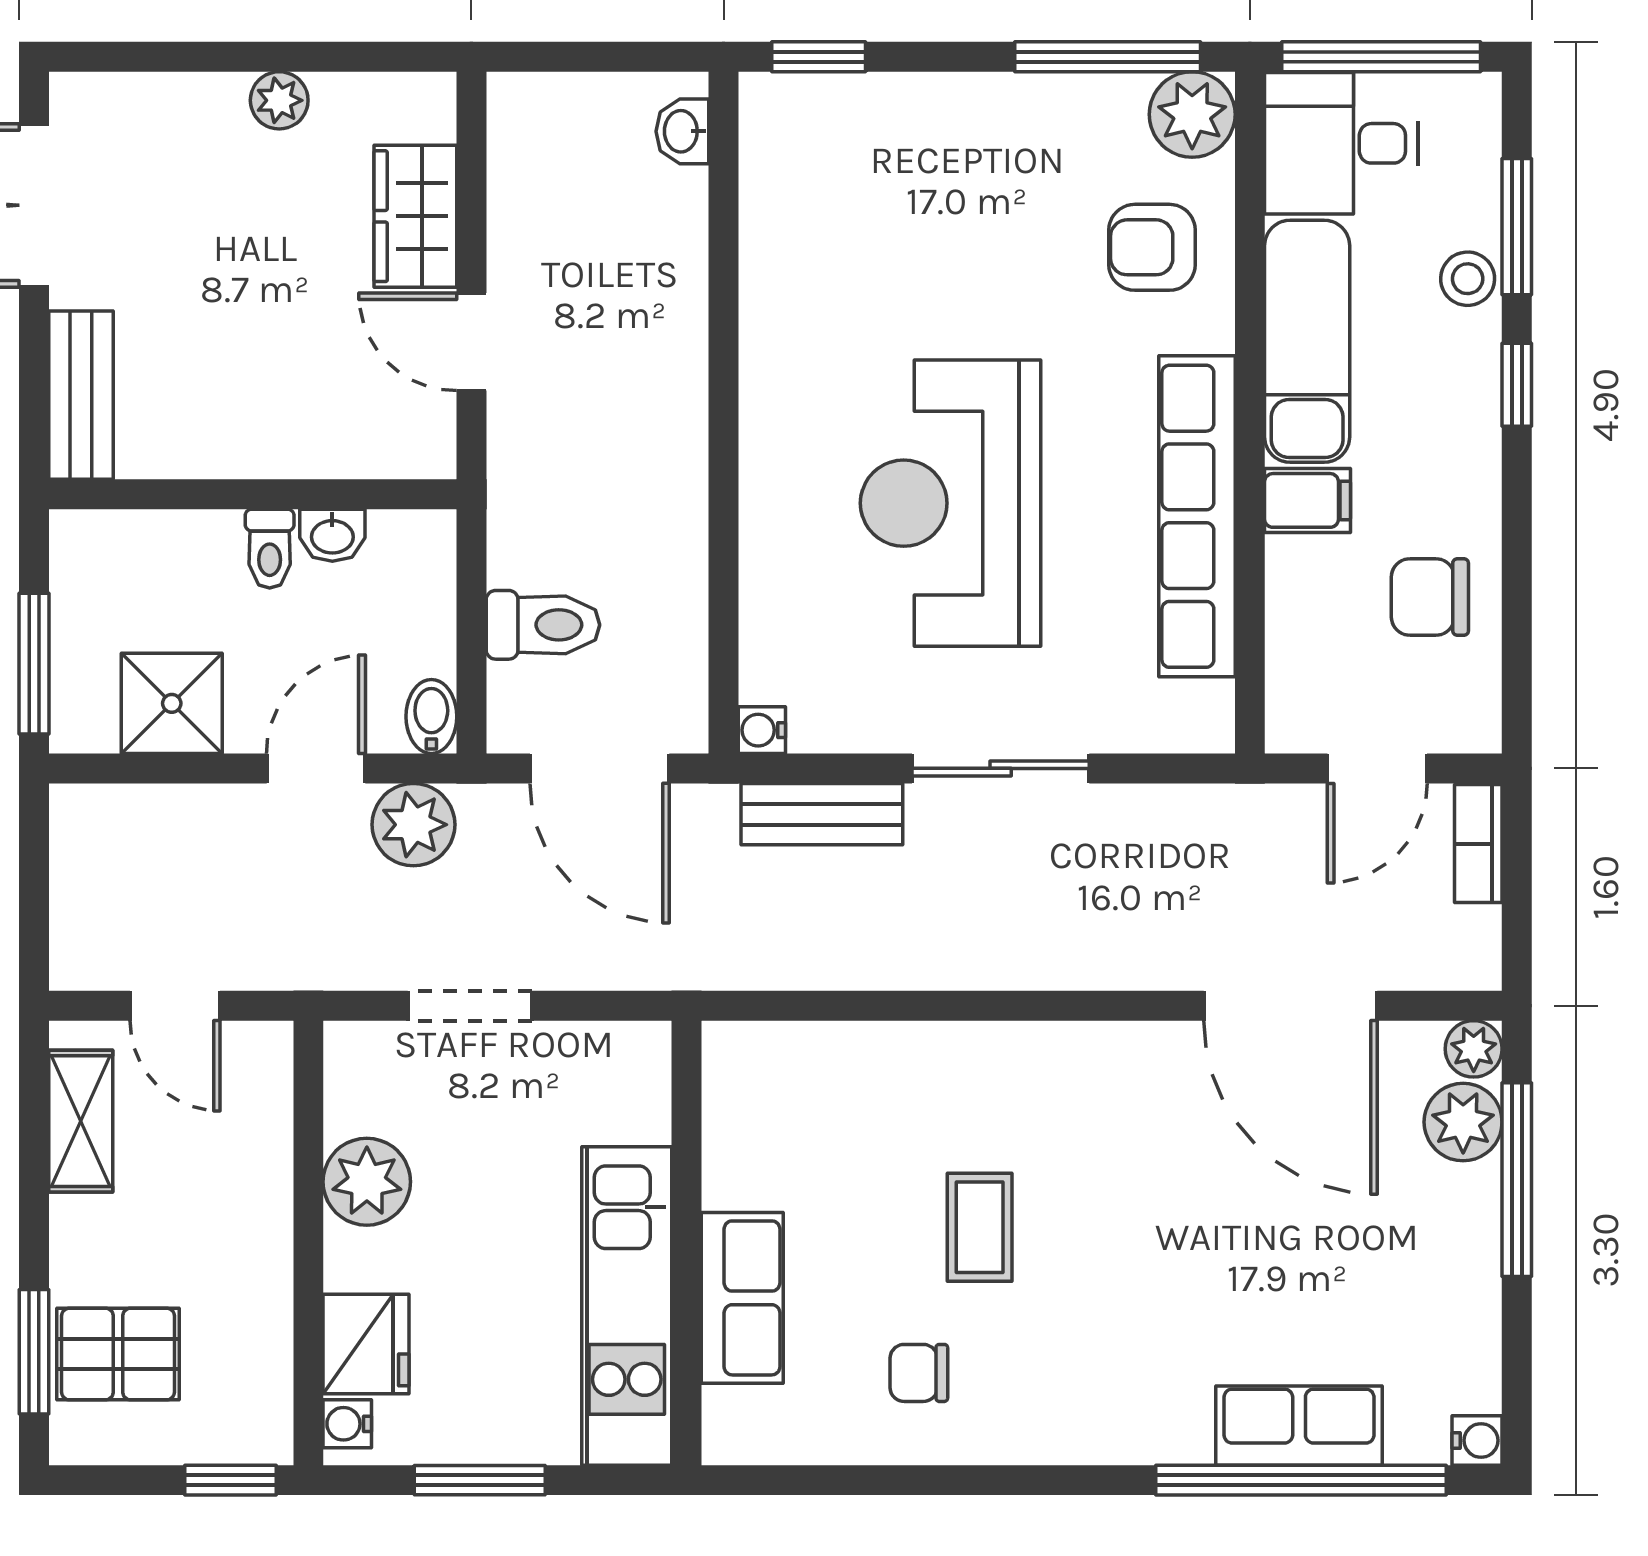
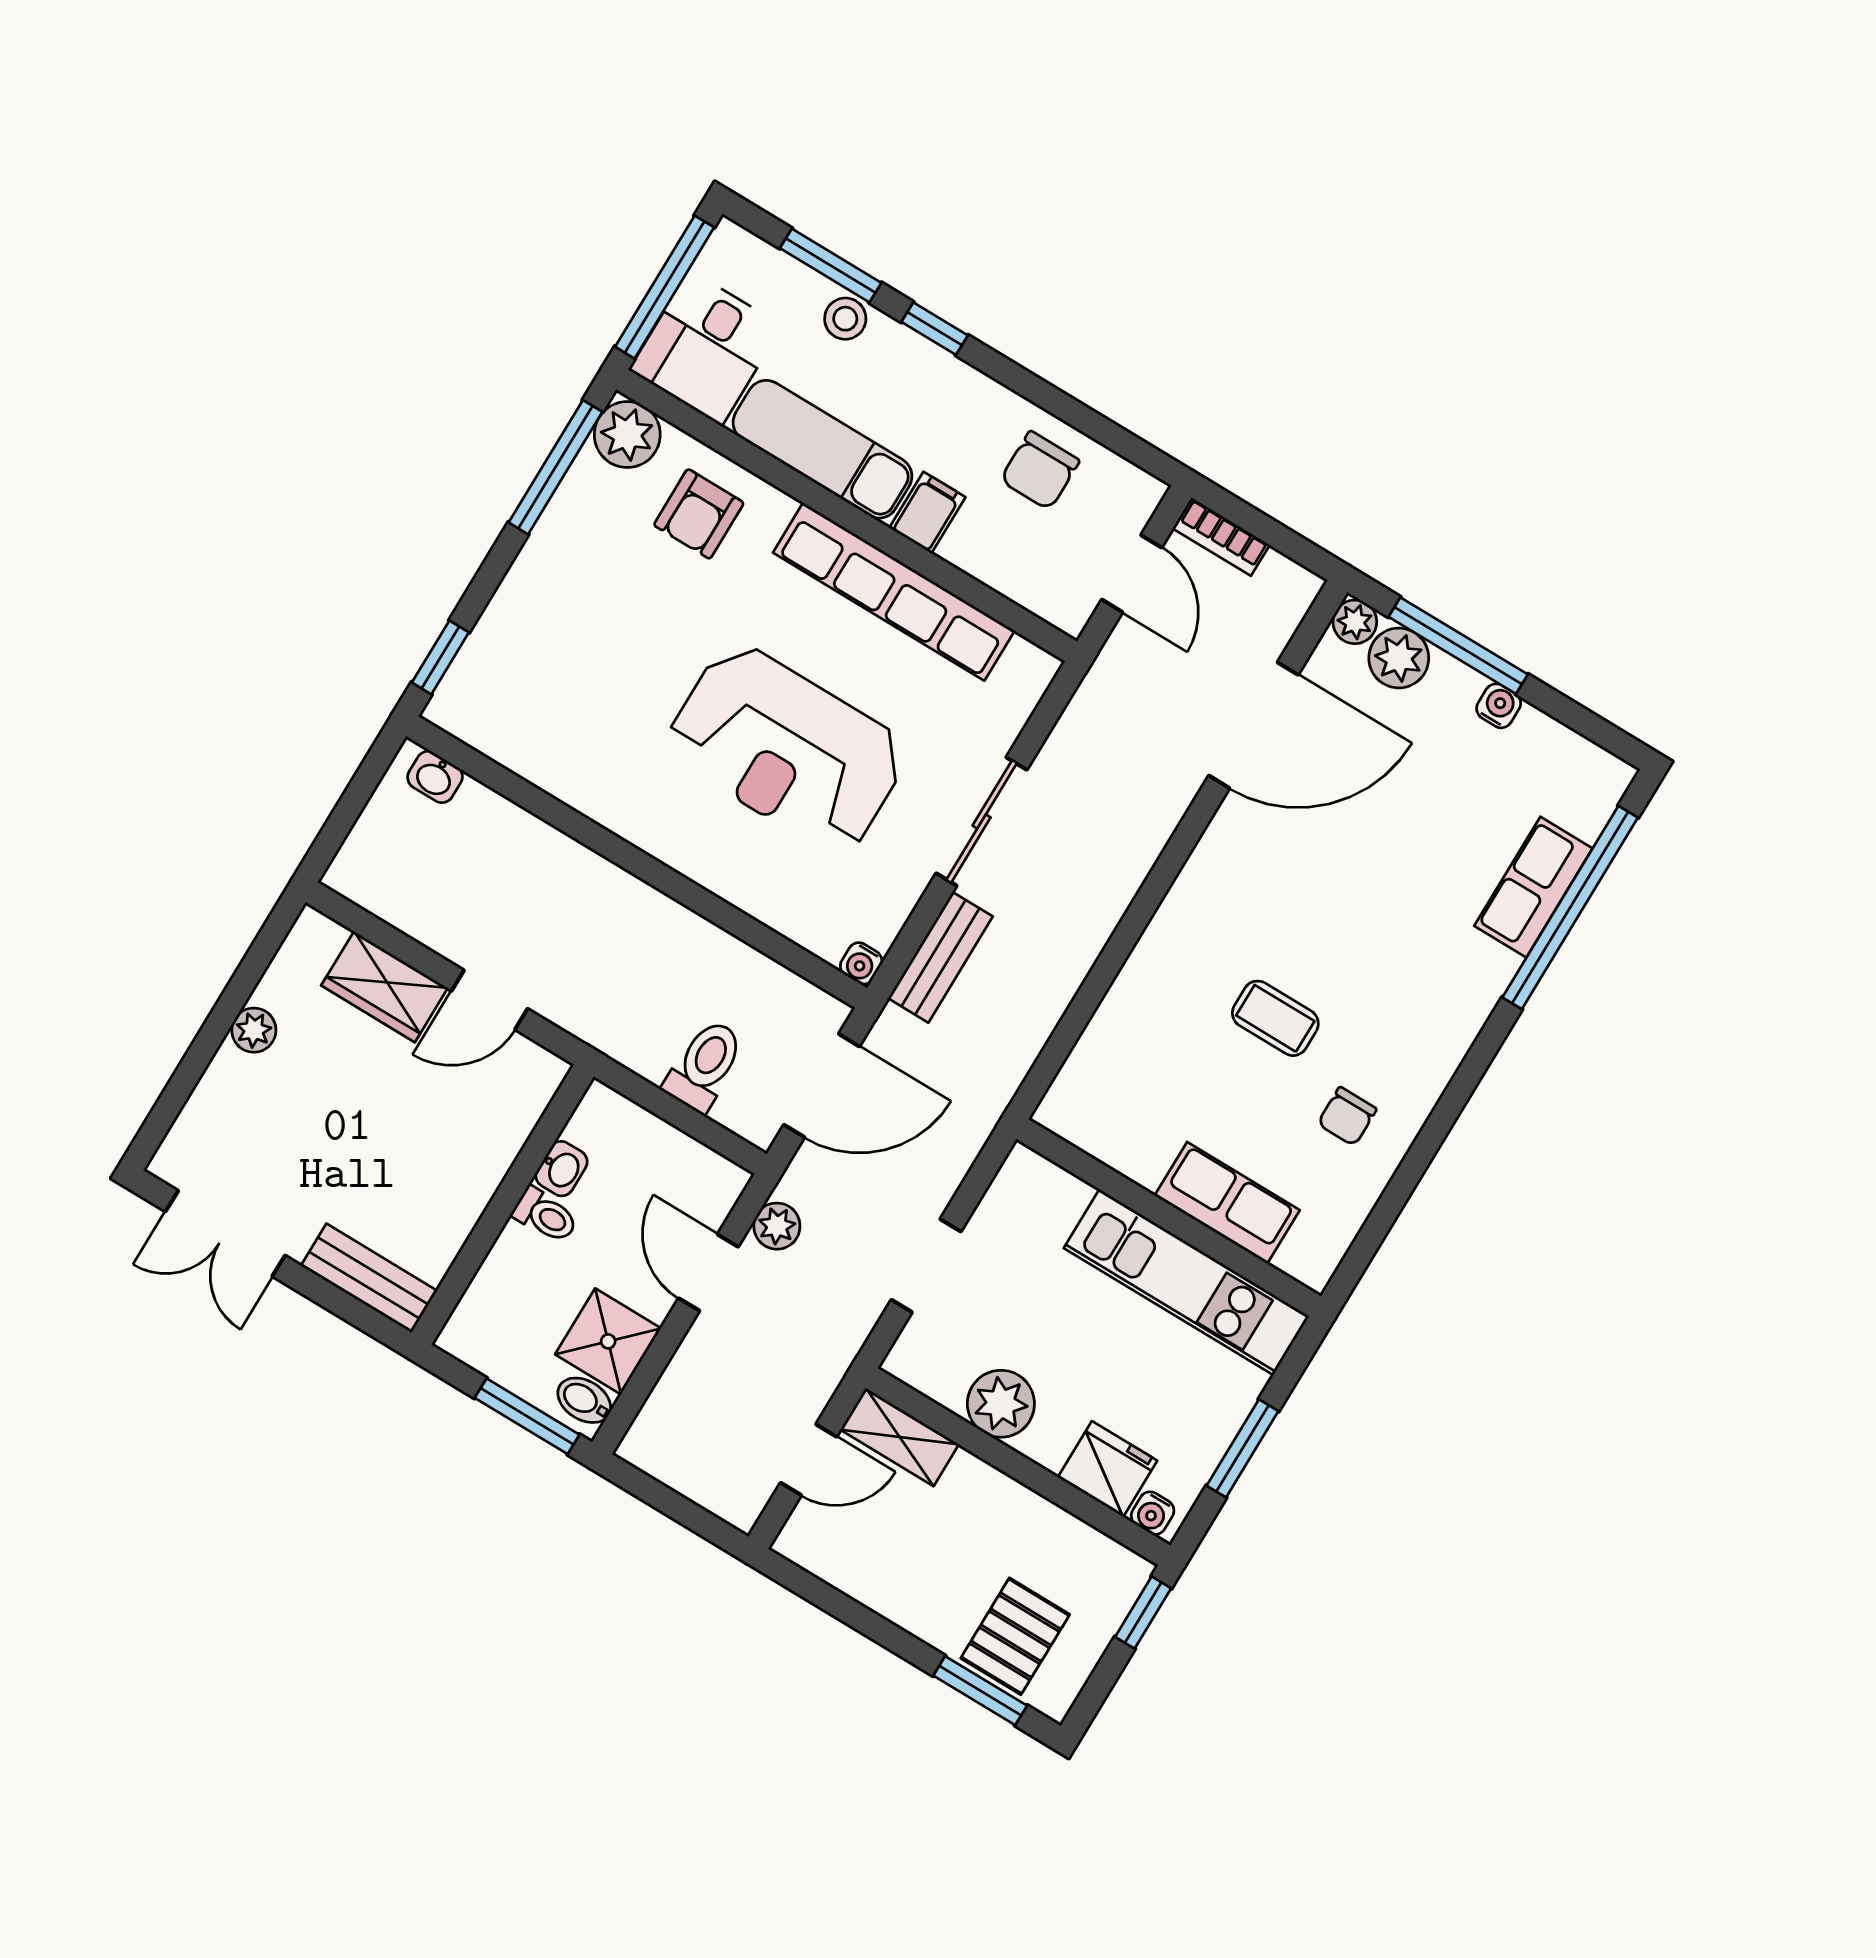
bidet: (431, 717) -> (584, 1400), moved
plant: (413, 825) -> (777, 1226), width x0.73, depth x0.73
shelving: (81, 1121) -> (900, 1437), moved
water cooler: (1477, 1440) -> (1499, 706), moved

